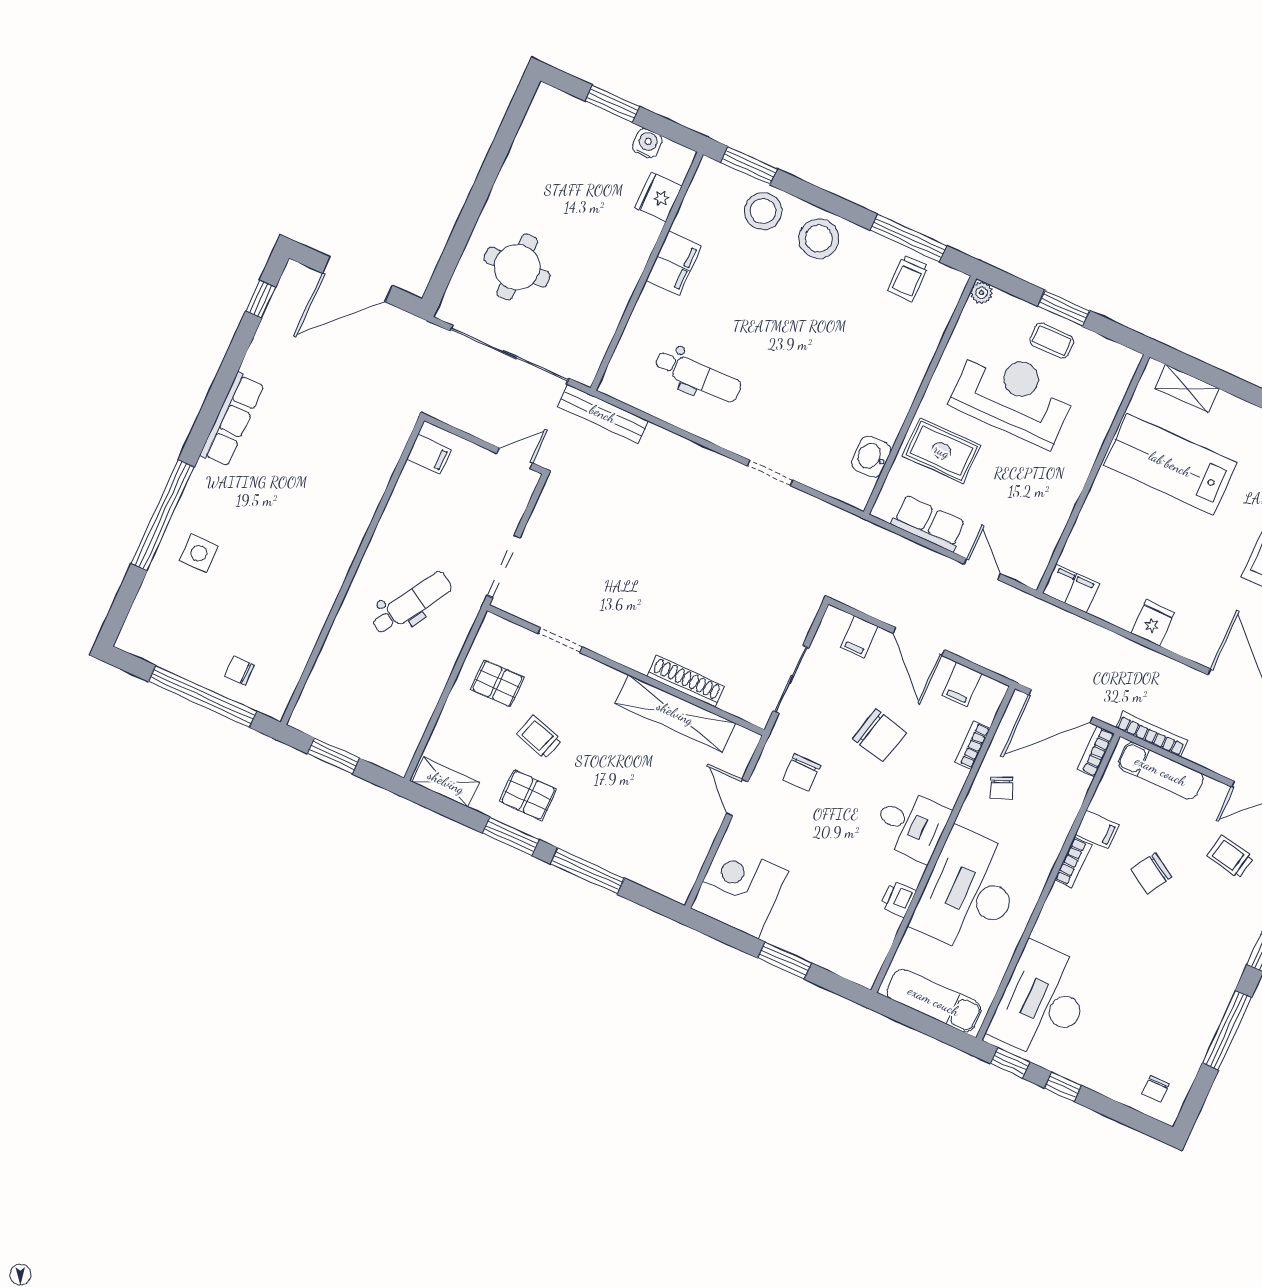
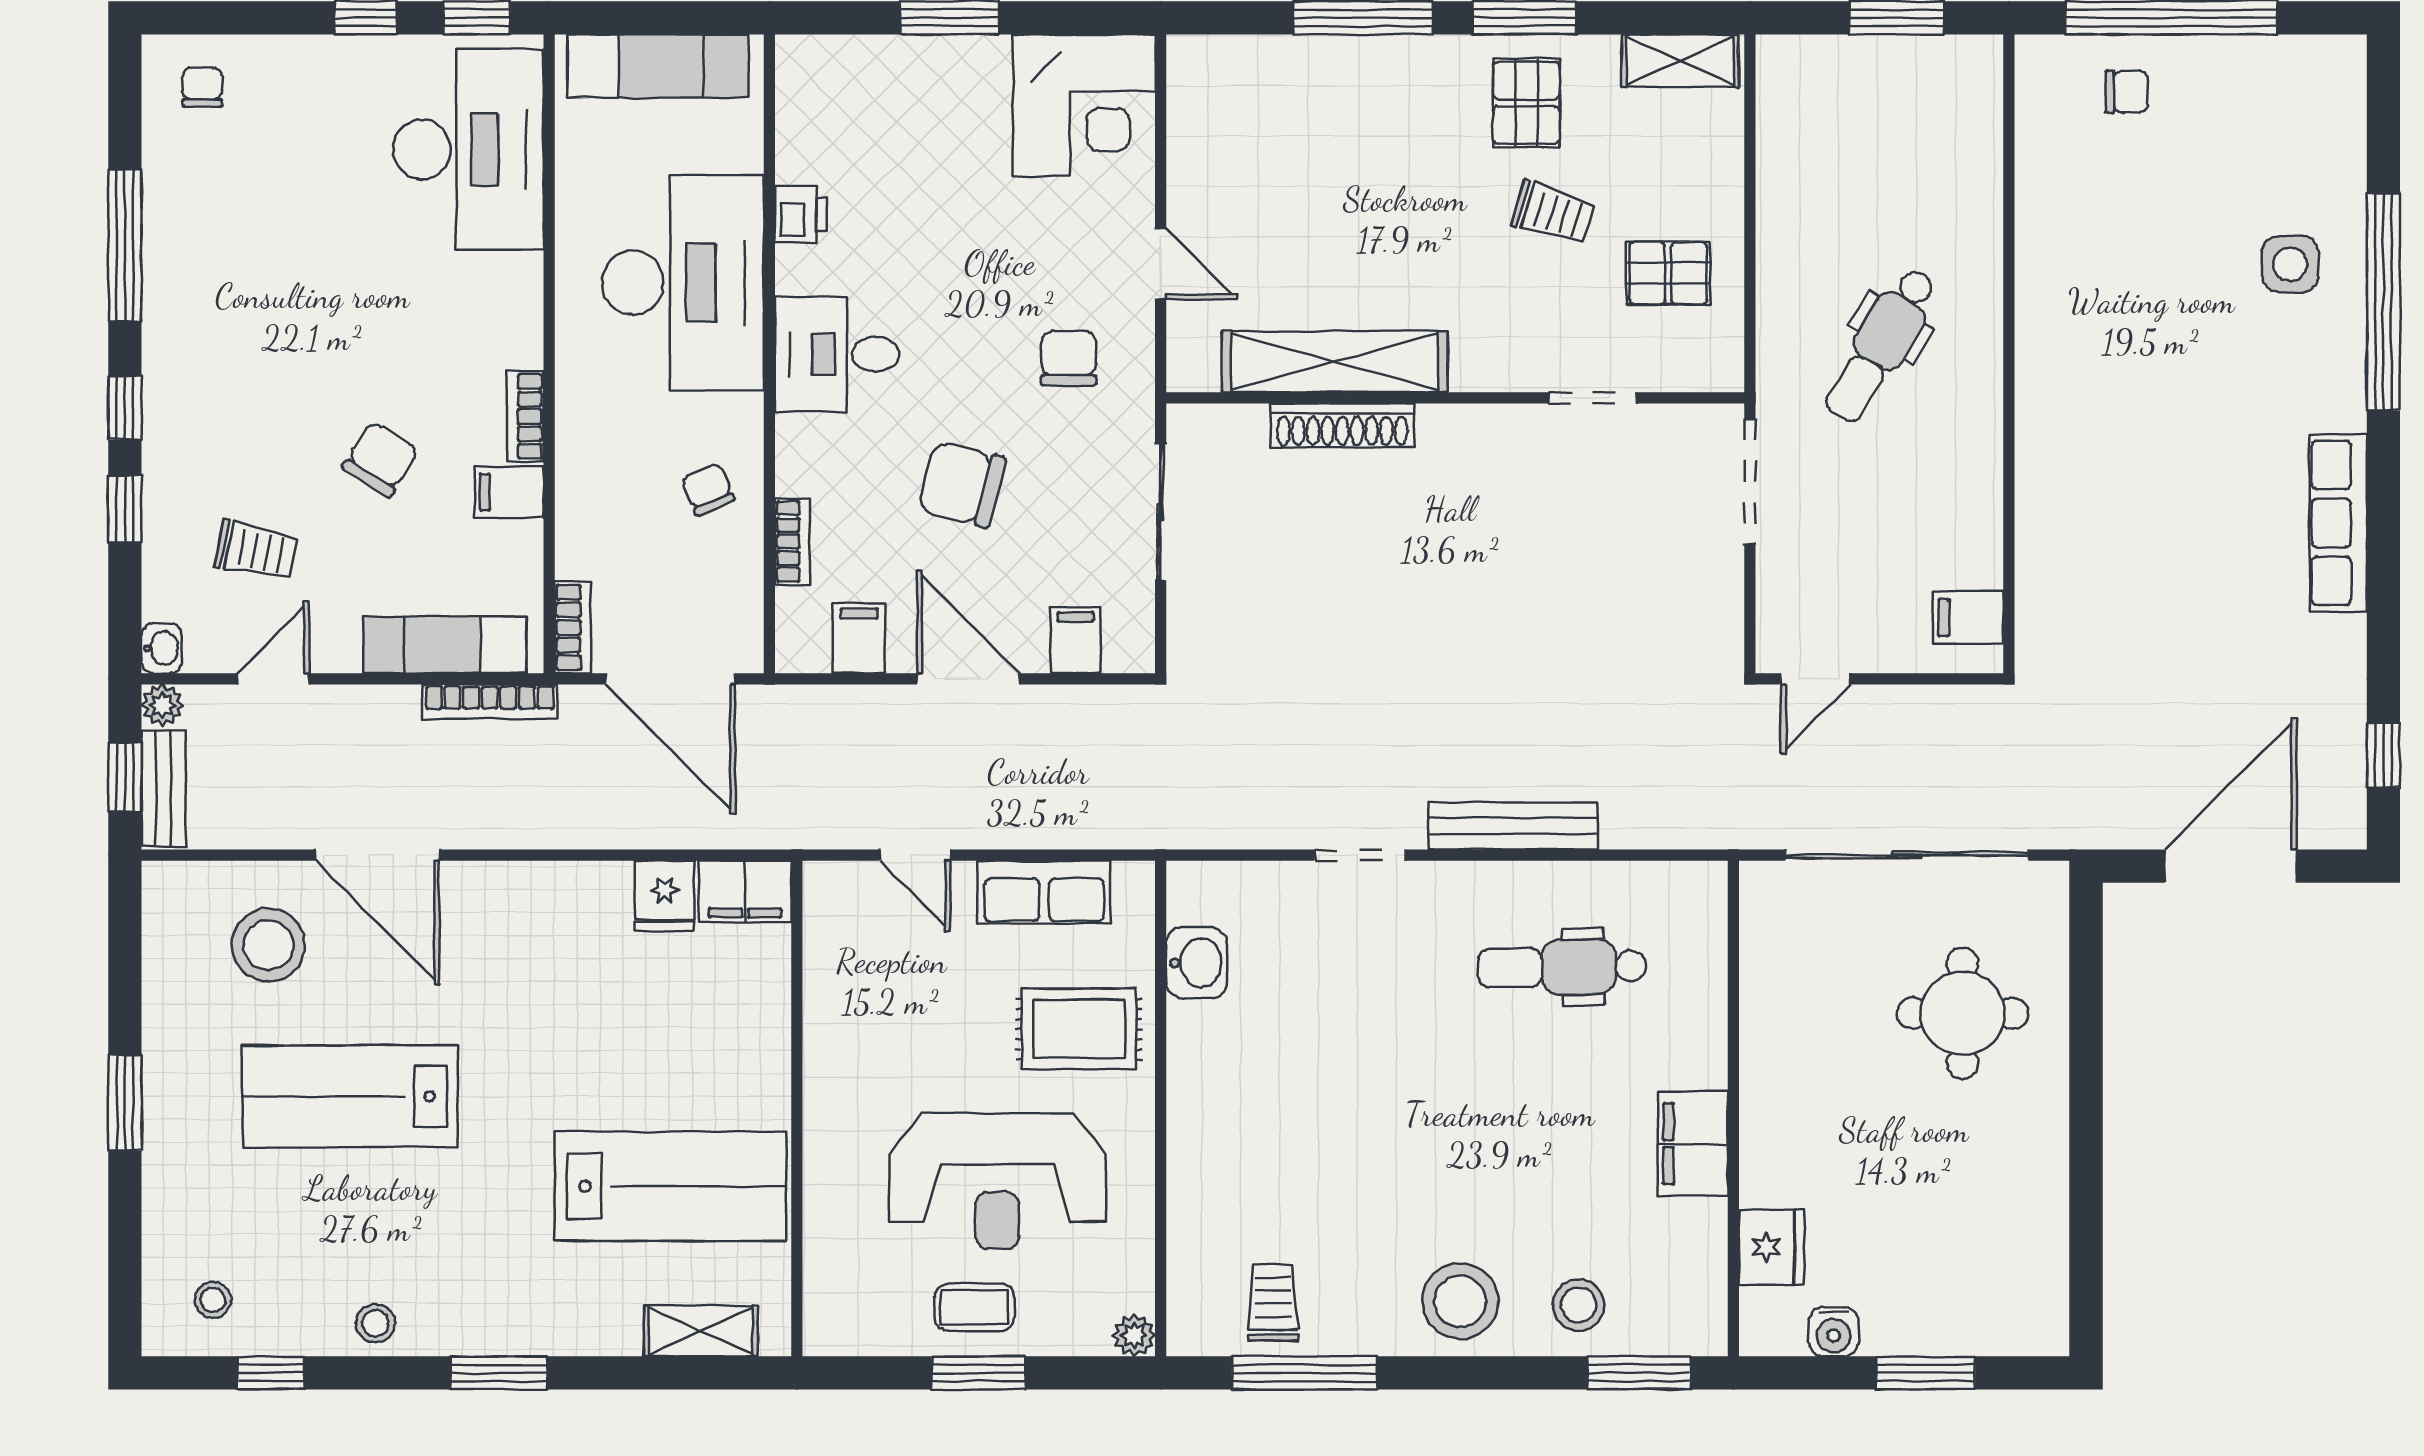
stool: (763, 211) -> (1579, 1305), width x0.73, depth x0.73
bench: (603, 414) -> (1513, 826), moved
fridge: (1153, 623) -> (665, 896), moved
door: (1061, 706) -> (670, 679), swing flipped
pallet: (528, 795) -> (1526, 103), turned 90

